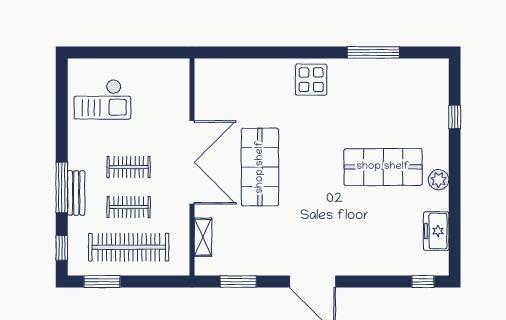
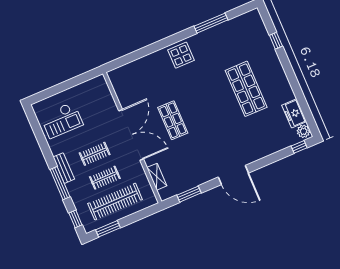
shop shelf: (260, 167) -> (173, 120), width x0.70, depth x0.74
shop shelf: (383, 167) -> (246, 89), turned 90
plant: (439, 180) -> (303, 131), moved
bench: (76, 193) -> (64, 168), moved

